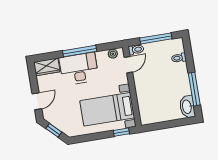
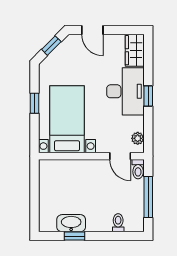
window: (80, 51) -> (148, 96), width x0.46
window: (194, 89) -> (75, 236), width x0.46
washbasin: (187, 107) -> (71, 223), moved
window: (121, 132) -> (34, 103), moved

